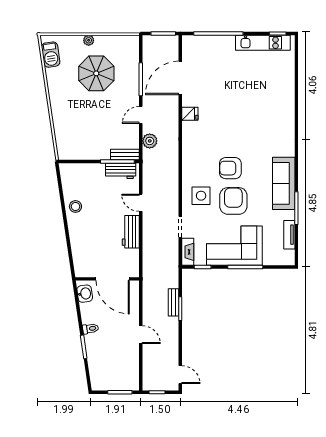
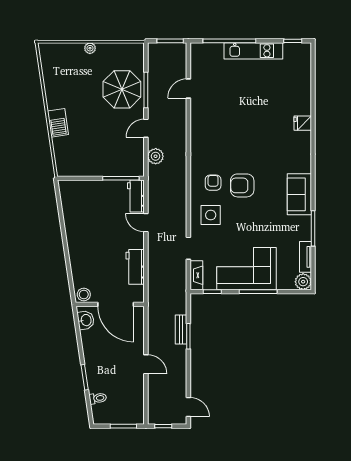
kitchen unit: (263, 43) -> (253, 51), moved
barbecue: (51, 55) -> (58, 123), moved
parasol: (96, 73) -> (122, 89), moved
door: (180, 78) -> (188, 89), width x0.53
fridge: (190, 114) -> (303, 123), moved, turned 180
bench: (125, 154) -> (129, 171), removed
workbench: (121, 171) -> (136, 196), moved, turned 90
sofa: (284, 183) -> (299, 194), width x0.73
armchair: (233, 201) -> (213, 183), moved, width x0.53, depth x0.53
stool: (75, 206) -> (84, 294), moved
workbench: (131, 232) -> (135, 267), moved
plant: (287, 258) -> (303, 282), added
toilet: (90, 329) -> (98, 398), moved

